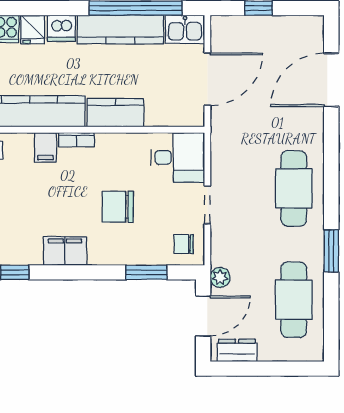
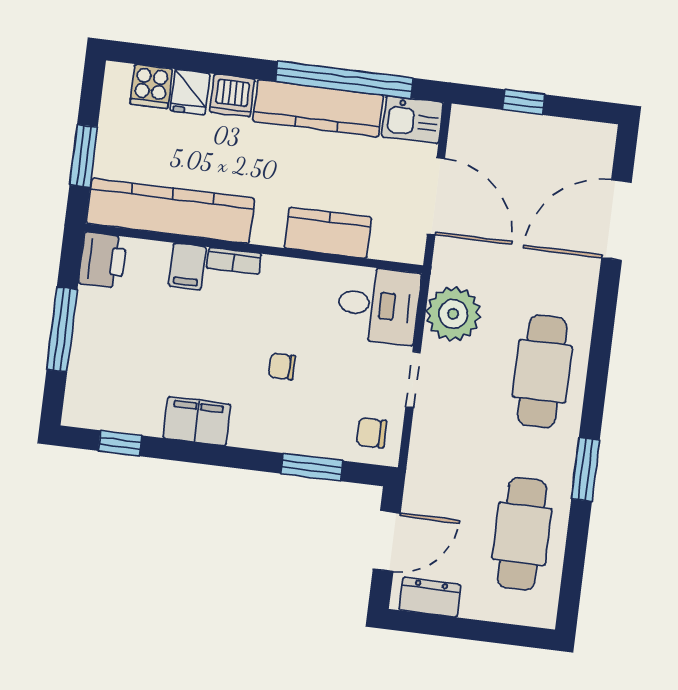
door: (207, 79) -> (436, 196), hinge flipped
kitchen counter: (115, 113) -> (328, 233), moved
chair: (118, 207) -> (282, 366), width x0.54, depth x0.54
plant: (220, 277) -> (453, 314), moved, width x1.87, depth x1.87

